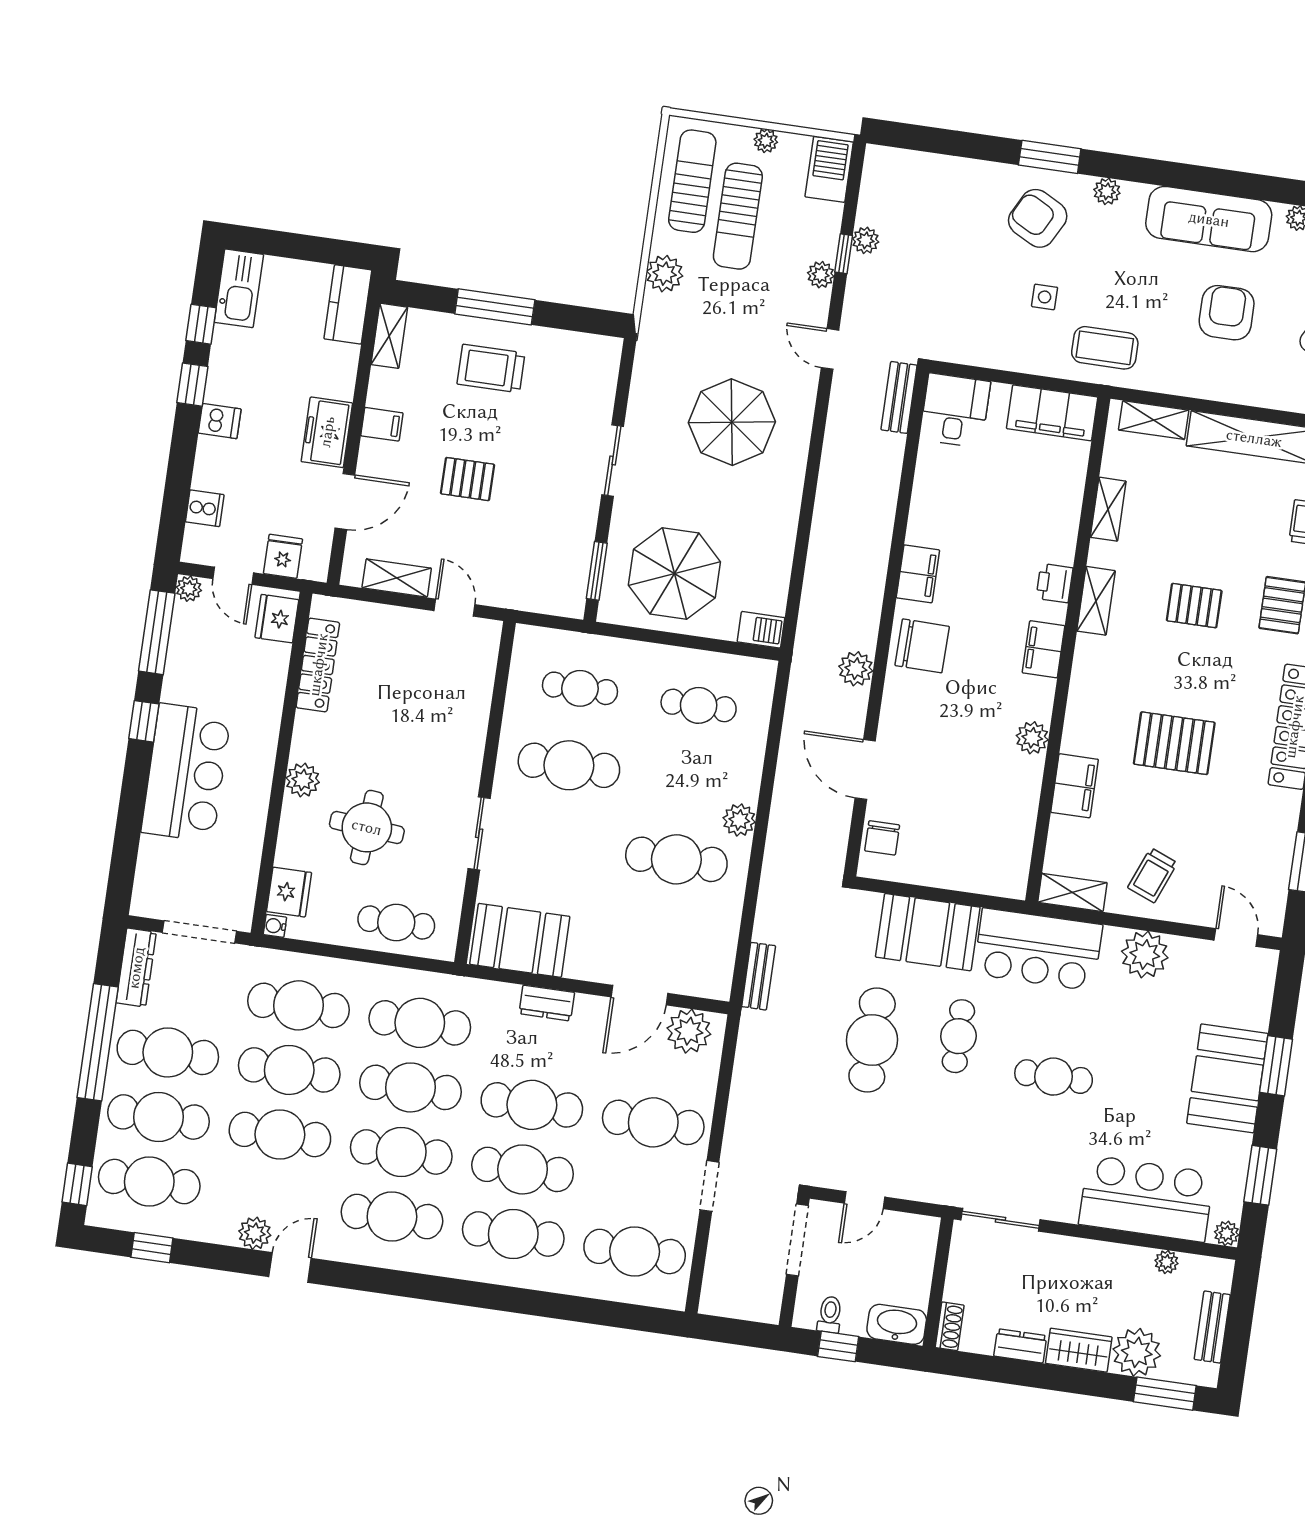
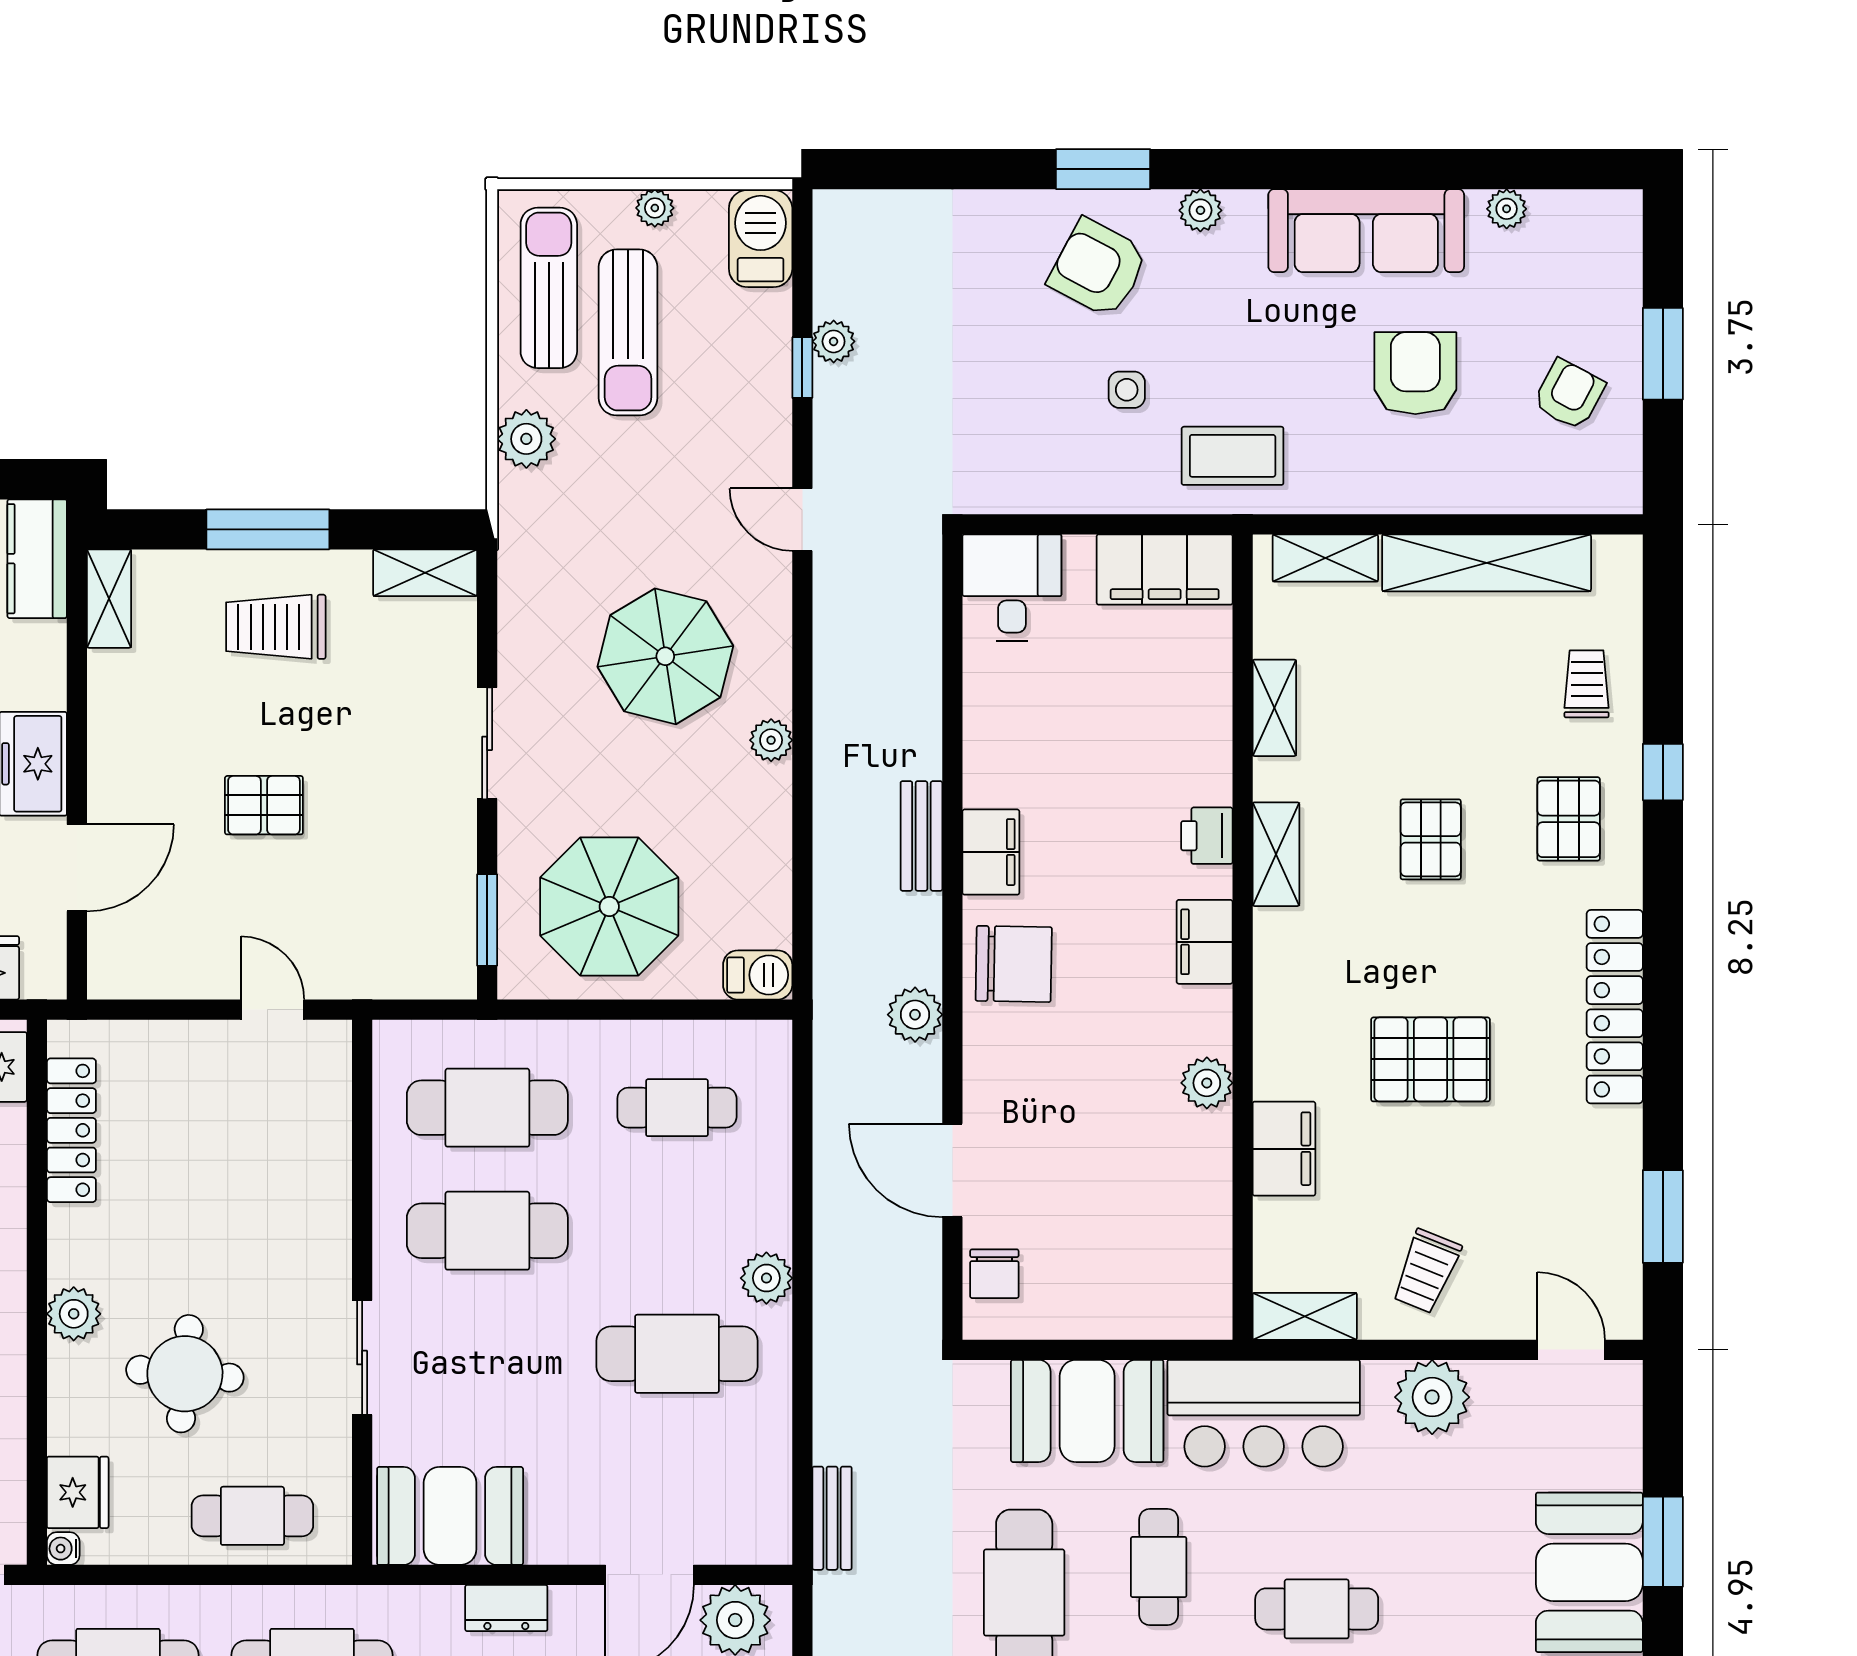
plant: (821, 275) -> (771, 740), moved
bench: (899, 397) -> (921, 836), moved
filing cabinet: (382, 424) -> (117, 739), removed
shelving: (397, 578) -> (425, 573), moved
pallet: (1194, 606) -> (1431, 839), turned 90
cafe table: (580, 688) -> (487, 1108), width x1.37, depth x1.35

